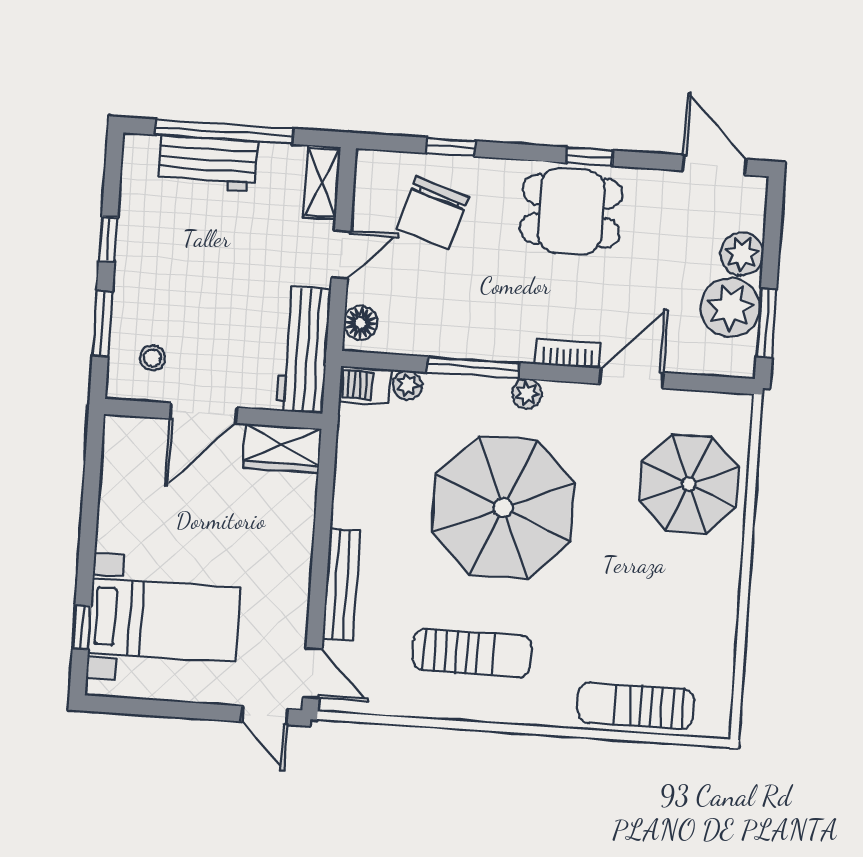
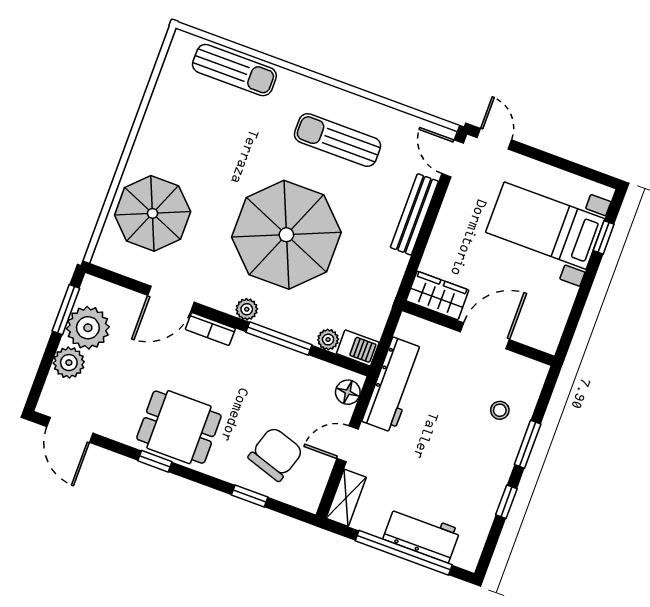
door: (203, 413) -> (485, 336), moved
wall: (213, 414) -> (478, 333), moved
wardrobe: (282, 448) -> (437, 295), moved

